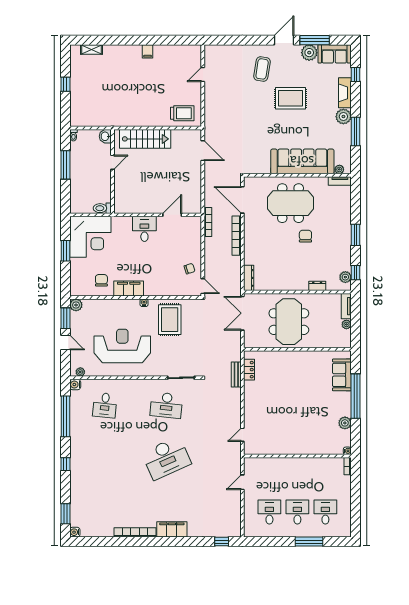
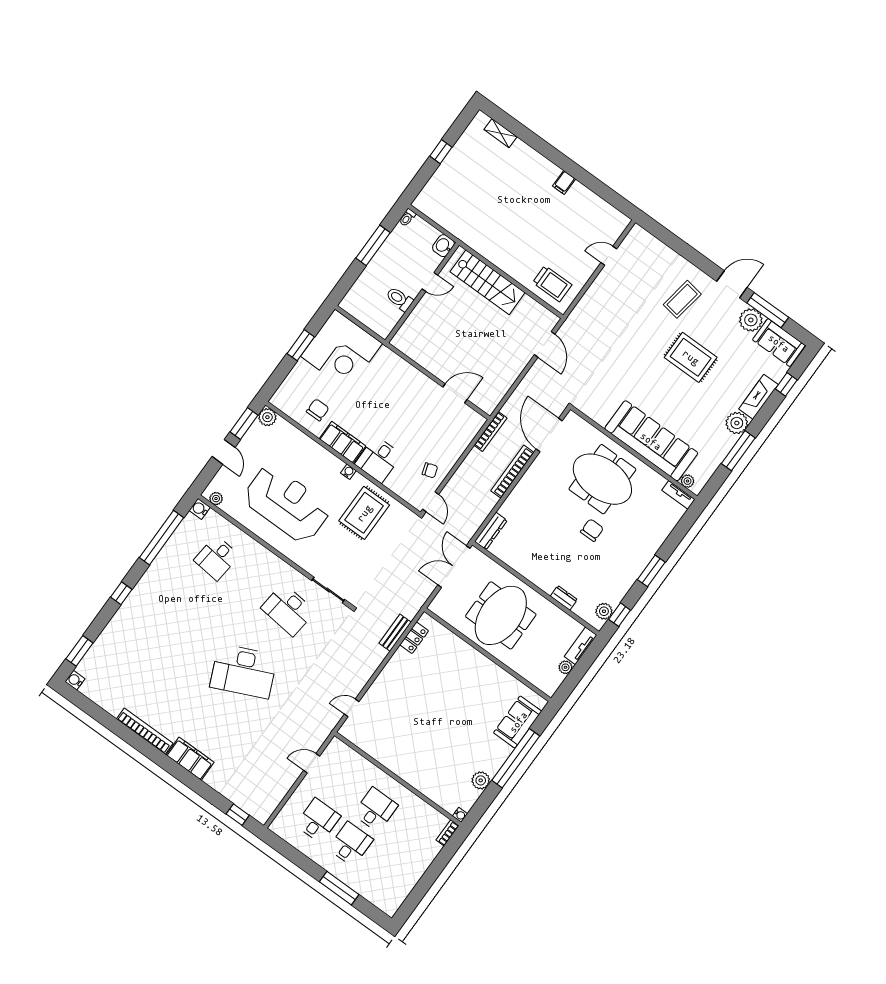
toilet: (102, 208) -> (399, 299), moved
desk: (144, 229) -> (378, 459), moved, turned 180
desk: (325, 512) -> (375, 810), moved

